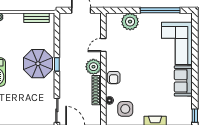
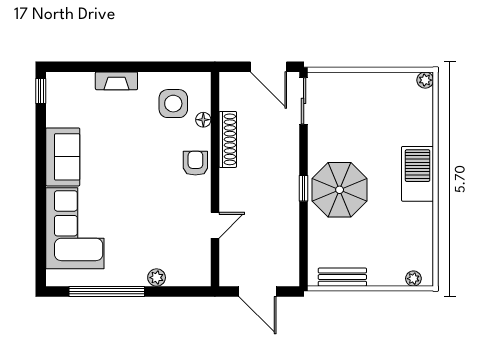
plant: (130, 22) -> (157, 278), width x0.53, depth x0.53
plant: (93, 67) -> (234, 184), removed

